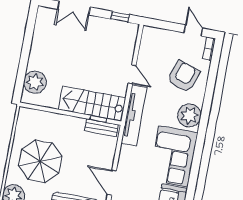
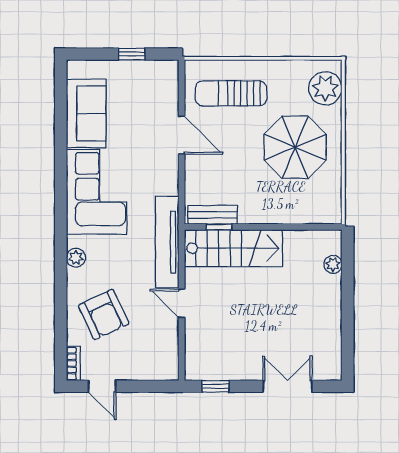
armchair: (184, 77) -> (104, 315), turned -43
plant: (35, 82) -> (333, 264), width x0.53, depth x0.53
plant: (189, 115) -> (76, 258), width x0.53, depth x0.53

